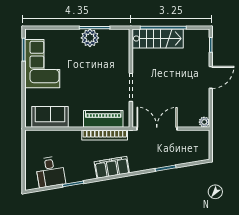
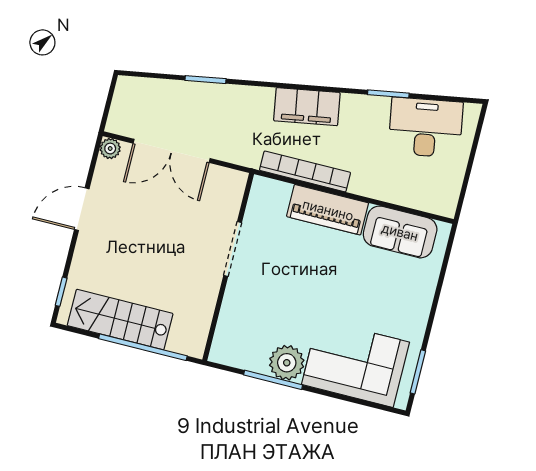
stairs: (158, 38) -> (120, 320), moved
corner sofa: (42, 64) -> (355, 363), moved, turned 90
door: (211, 77) -> (82, 209), moved
piano: (103, 119) -> (328, 210), moved
double door: (157, 129) -> (172, 151), moved
desk: (50, 172) -> (426, 128), width x1.37

